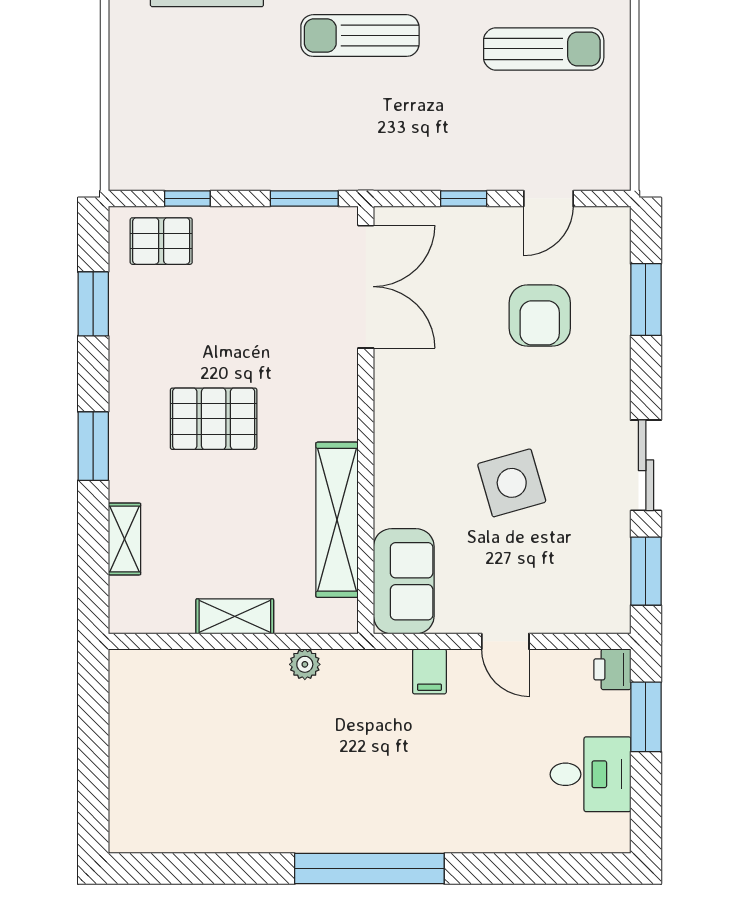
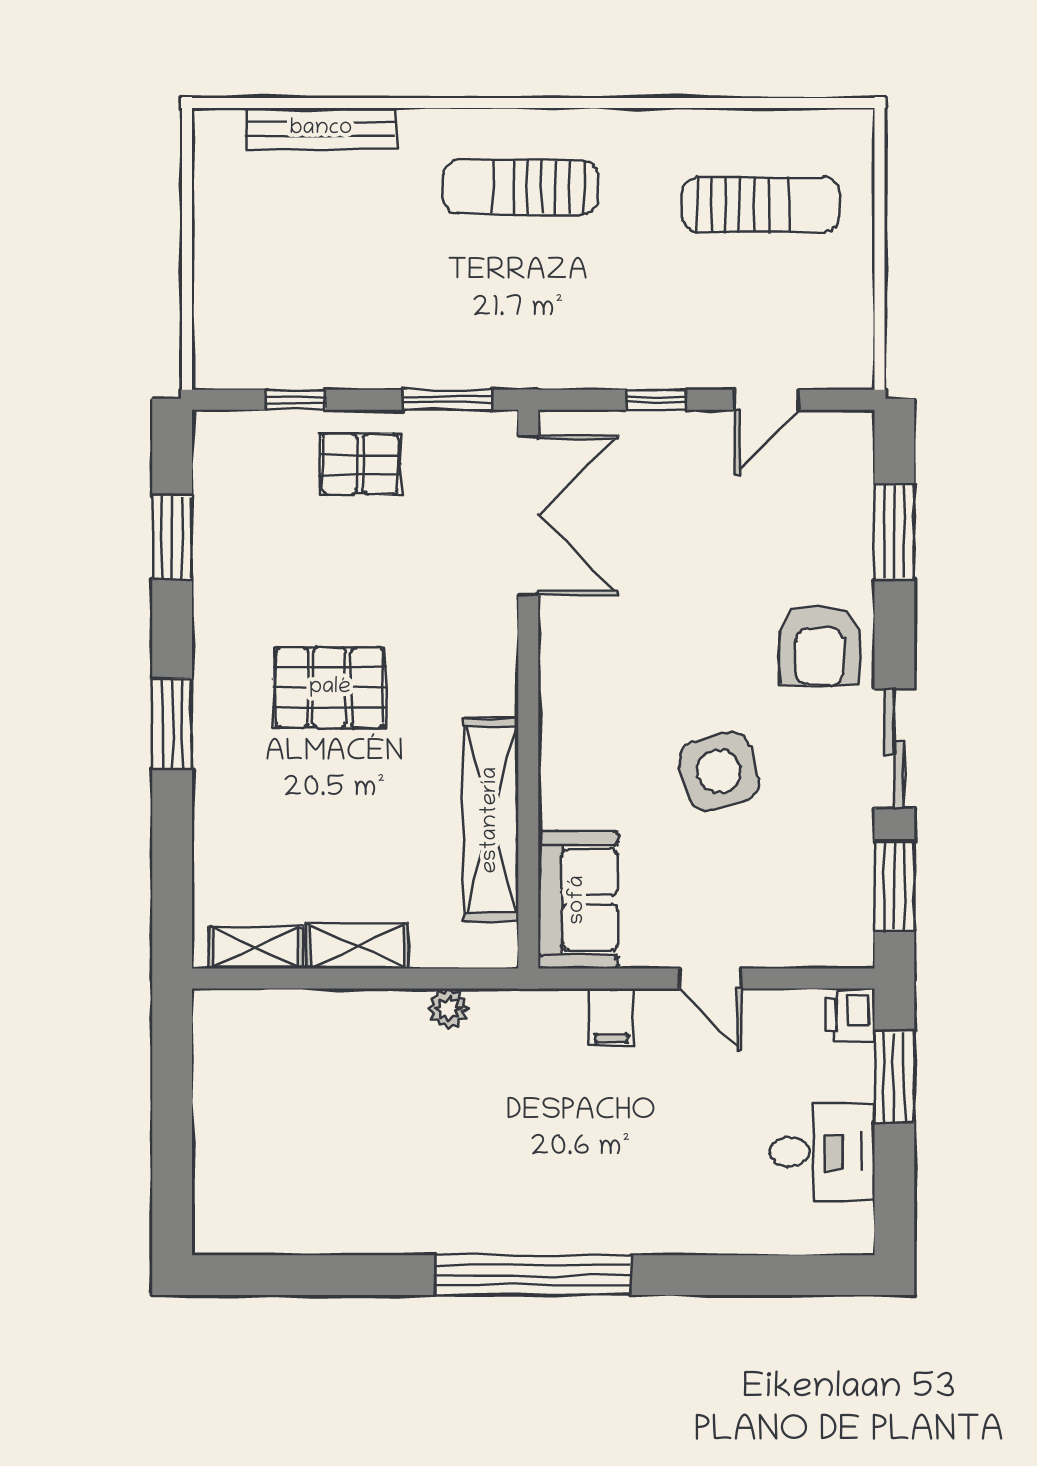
pallet: (161, 241) -> (360, 464), moved
armchair: (540, 315) -> (820, 645), moved
shelving: (124, 539) -> (256, 947), moved, turned 90

